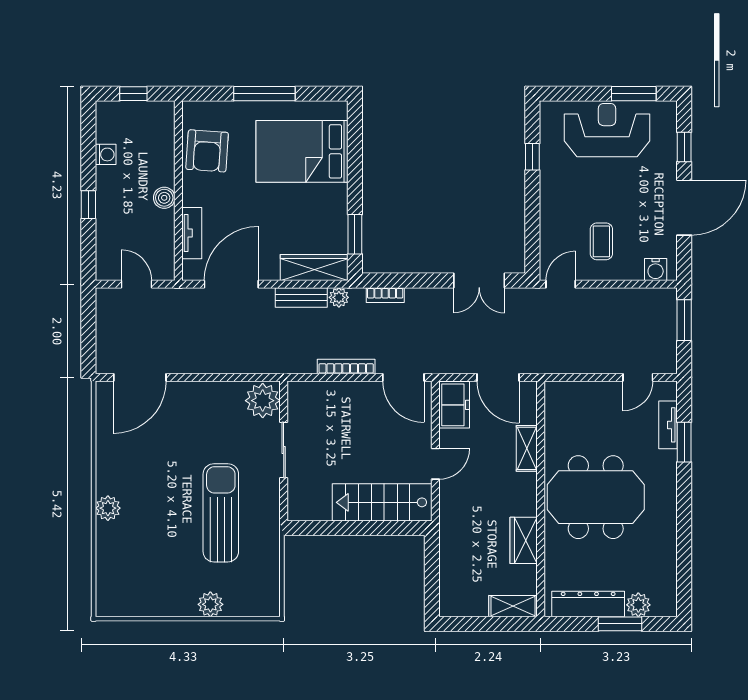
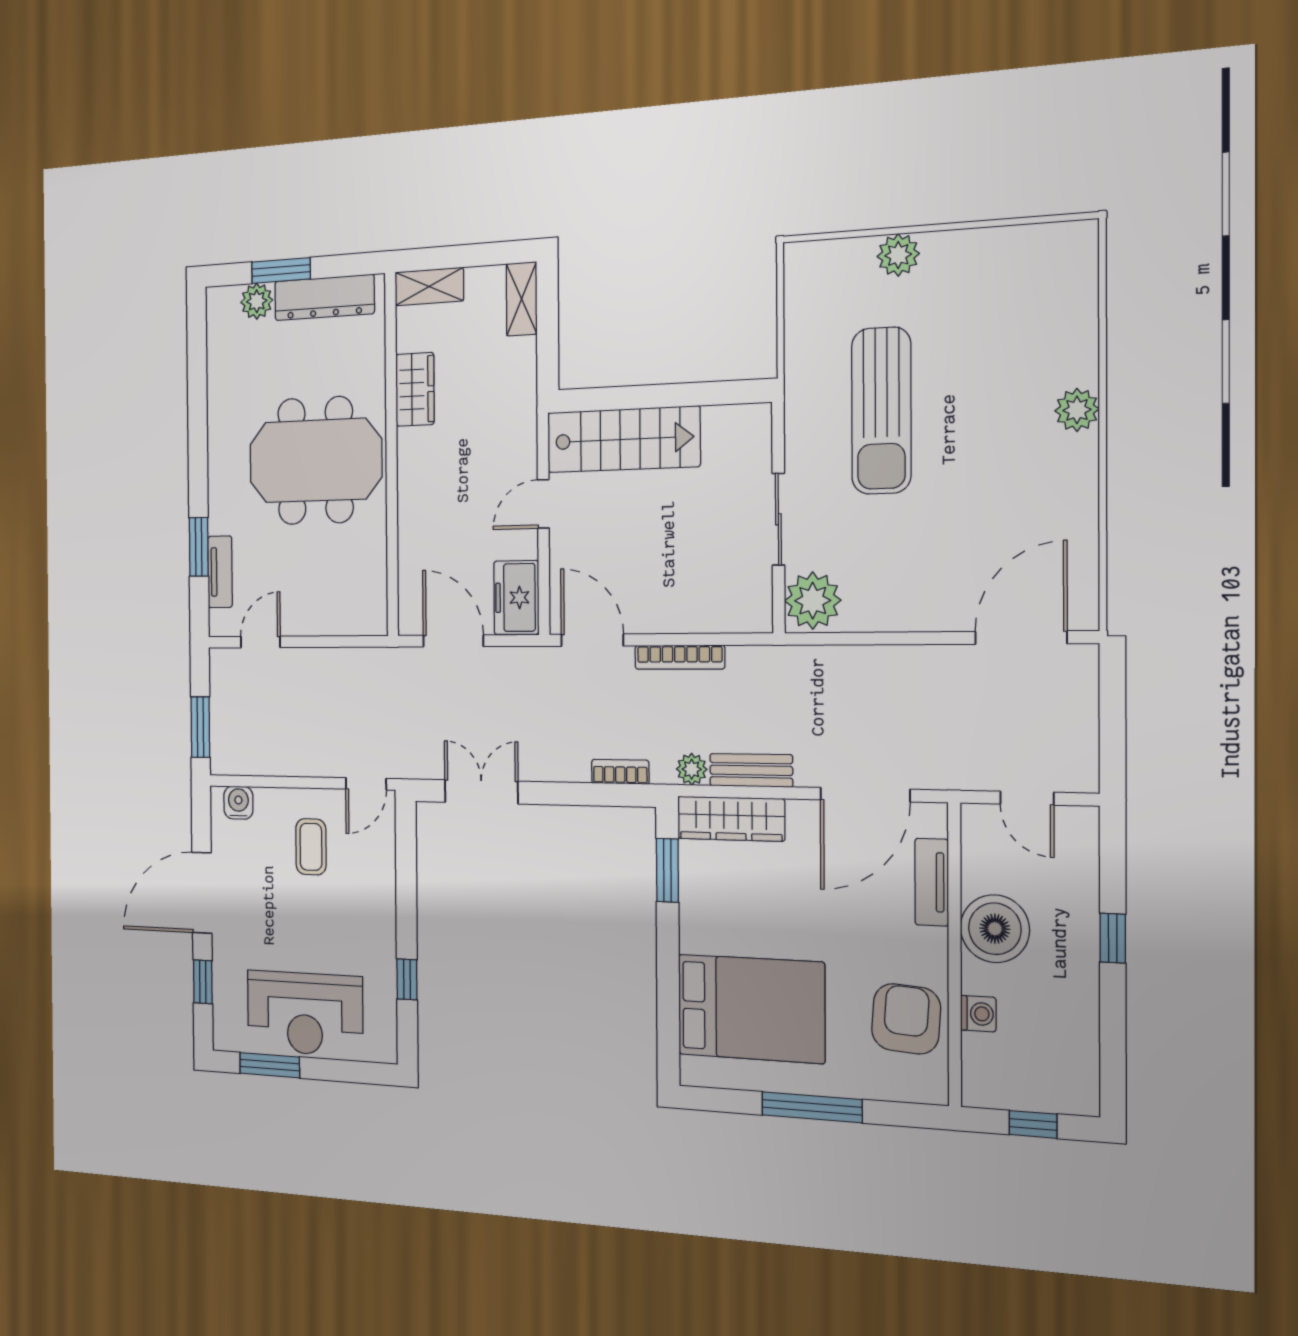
washing machine: (106, 154) -> (978, 1014), moved, turned 180
boiler: (164, 198) -> (995, 929), width x1.86, depth x1.86
shelving: (527, 448) -> (522, 299), moved

